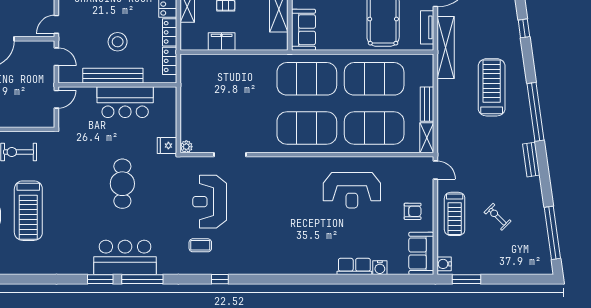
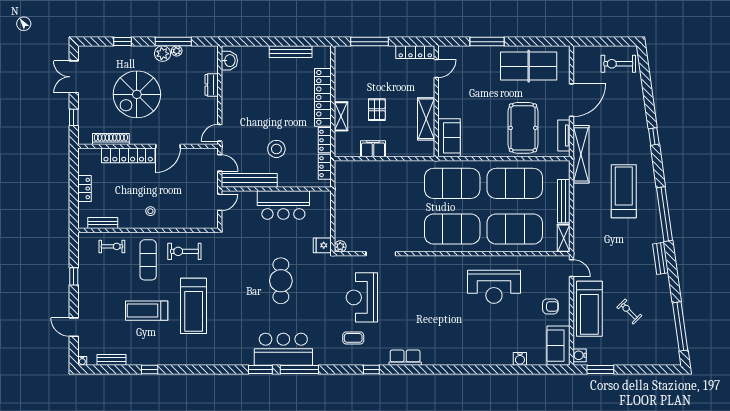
bench: (113, 76) -> (249, 180), moved
bench: (427, 104) -> (564, 201), width x1.36
treadmill: (455, 214) -> (589, 309), width x1.37, depth x1.38
row of seats: (354, 266) -> (405, 358), moved

